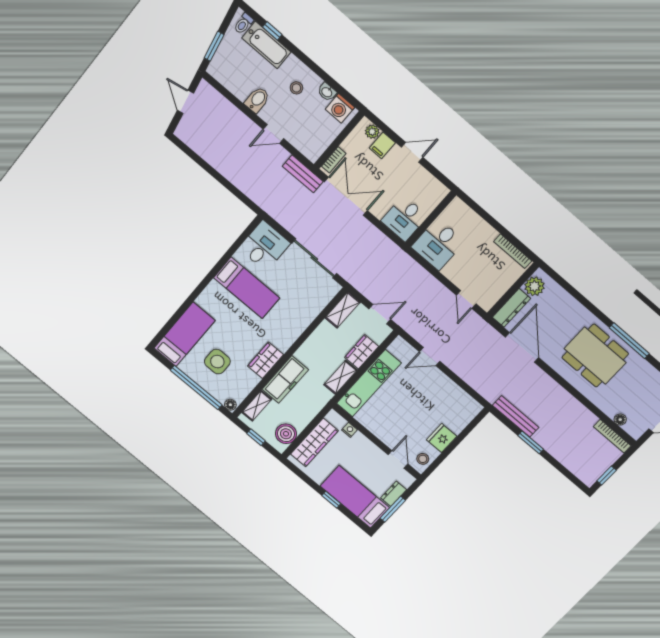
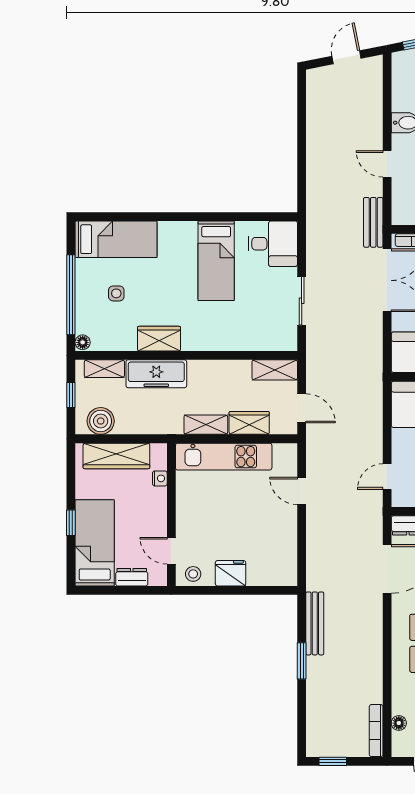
sliding door: (314, 258) -> (302, 301), width x0.73
side table: (217, 362) -> (116, 293), width x0.54, depth x0.54
door: (398, 459) -> (171, 551), swing flipped
window: (393, 509) -> (115, 590), removed

